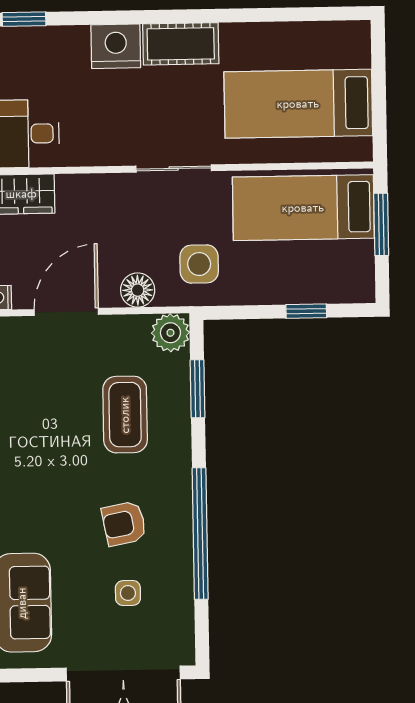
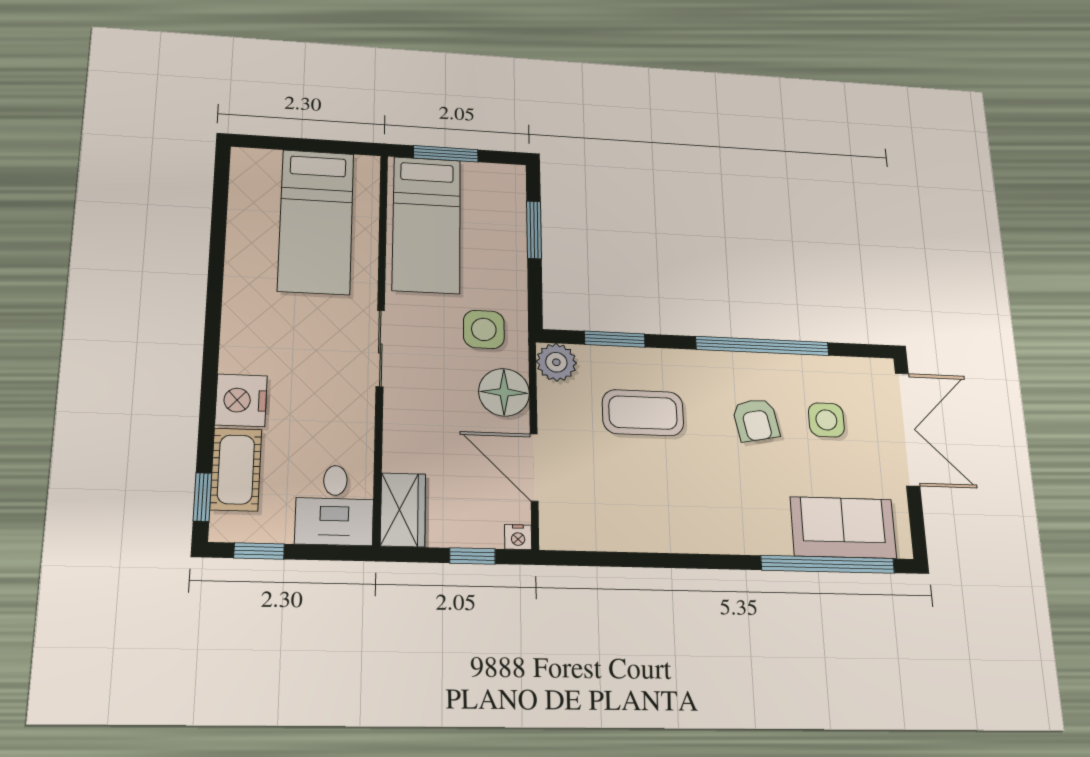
cot: (181, 44) -> (236, 469), moved
floor lamp: (138, 290) -> (504, 392), width x1.38, depth x1.38
window: (306, 311) -> (534, 230), width x1.50
side table: (128, 593) -> (826, 420), width x1.37, depth x1.37

